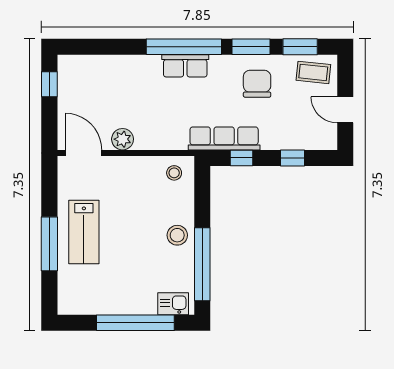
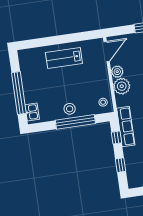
plant: (150, 135) -> (122, 86), added
window: (49, 244) -> (55, 40), removed
window: (202, 264) -> (75, 122), moved

